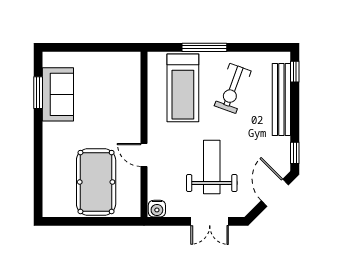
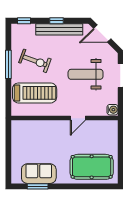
window: (204, 47) -> (8, 64), moved
bench: (281, 99) -> (59, 29), moved
window: (295, 153) -> (56, 21), moved
pool table: (96, 182) -> (92, 167), moved

